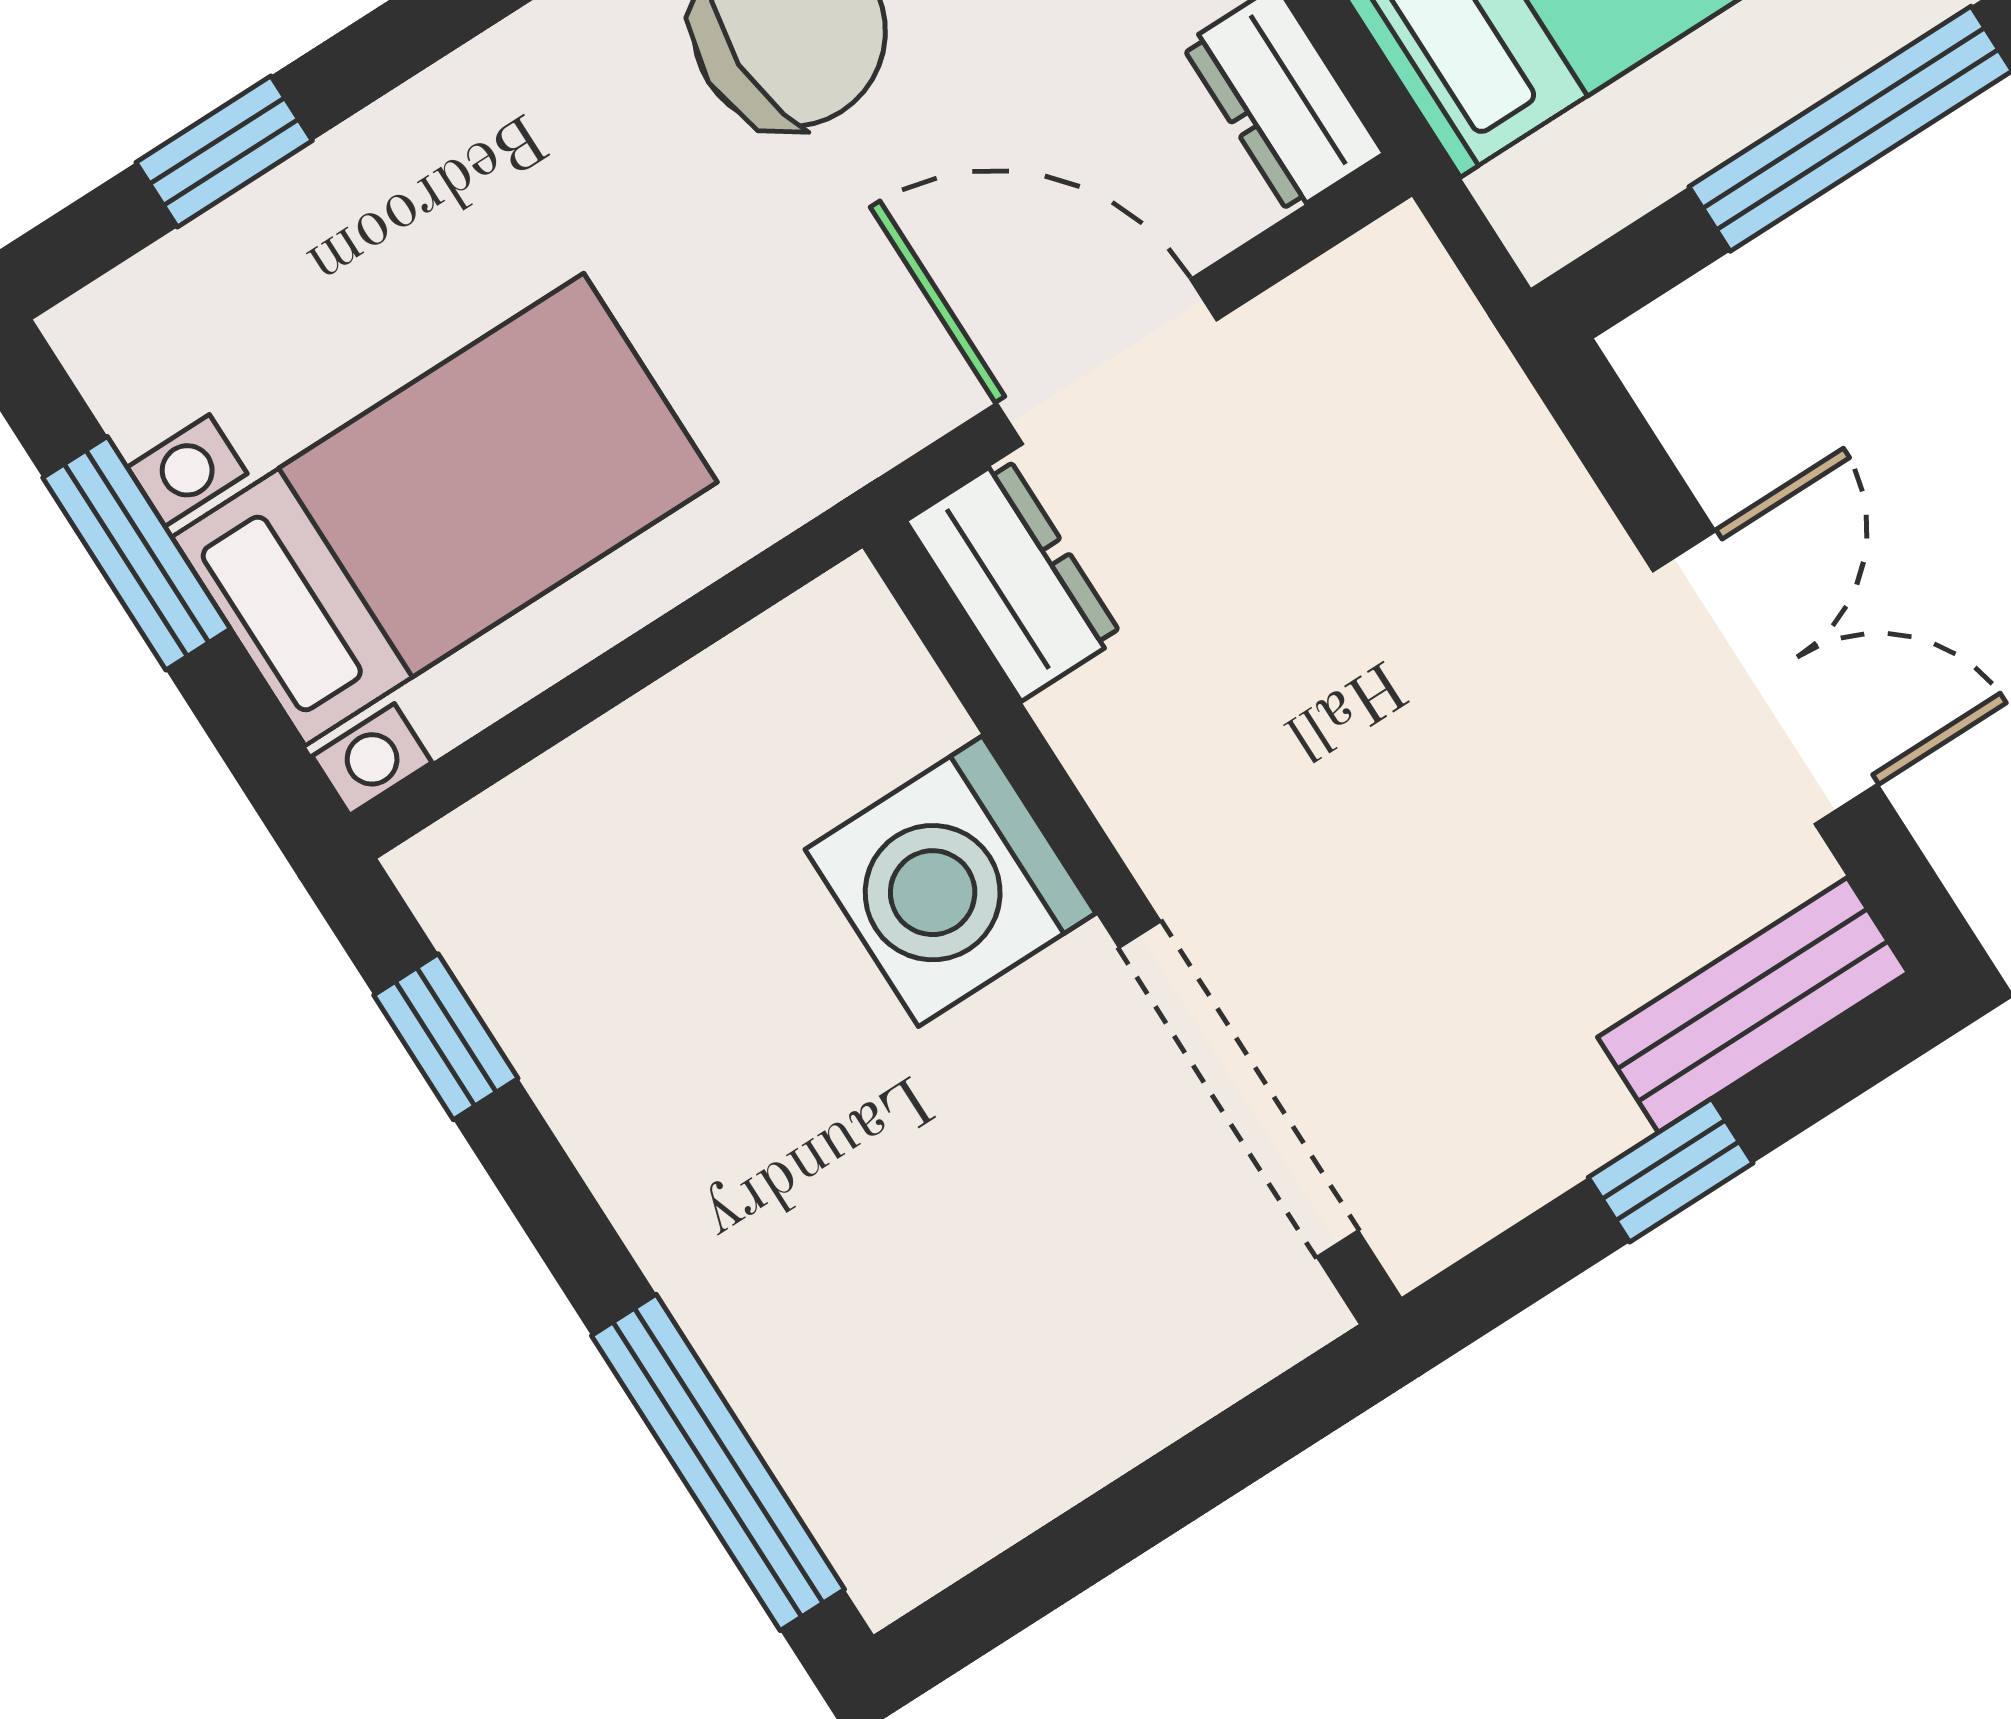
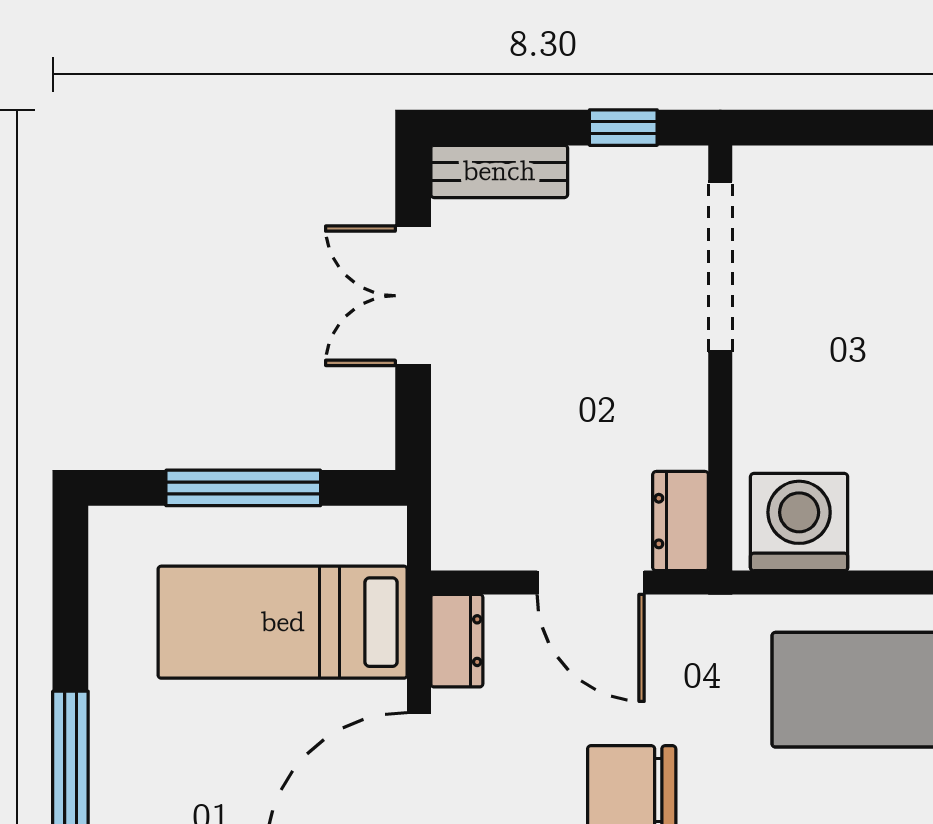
washing machine: (950, 881) -> (799, 522), moved, turned -90
window: (1671, 1170) -> (623, 128), moved

